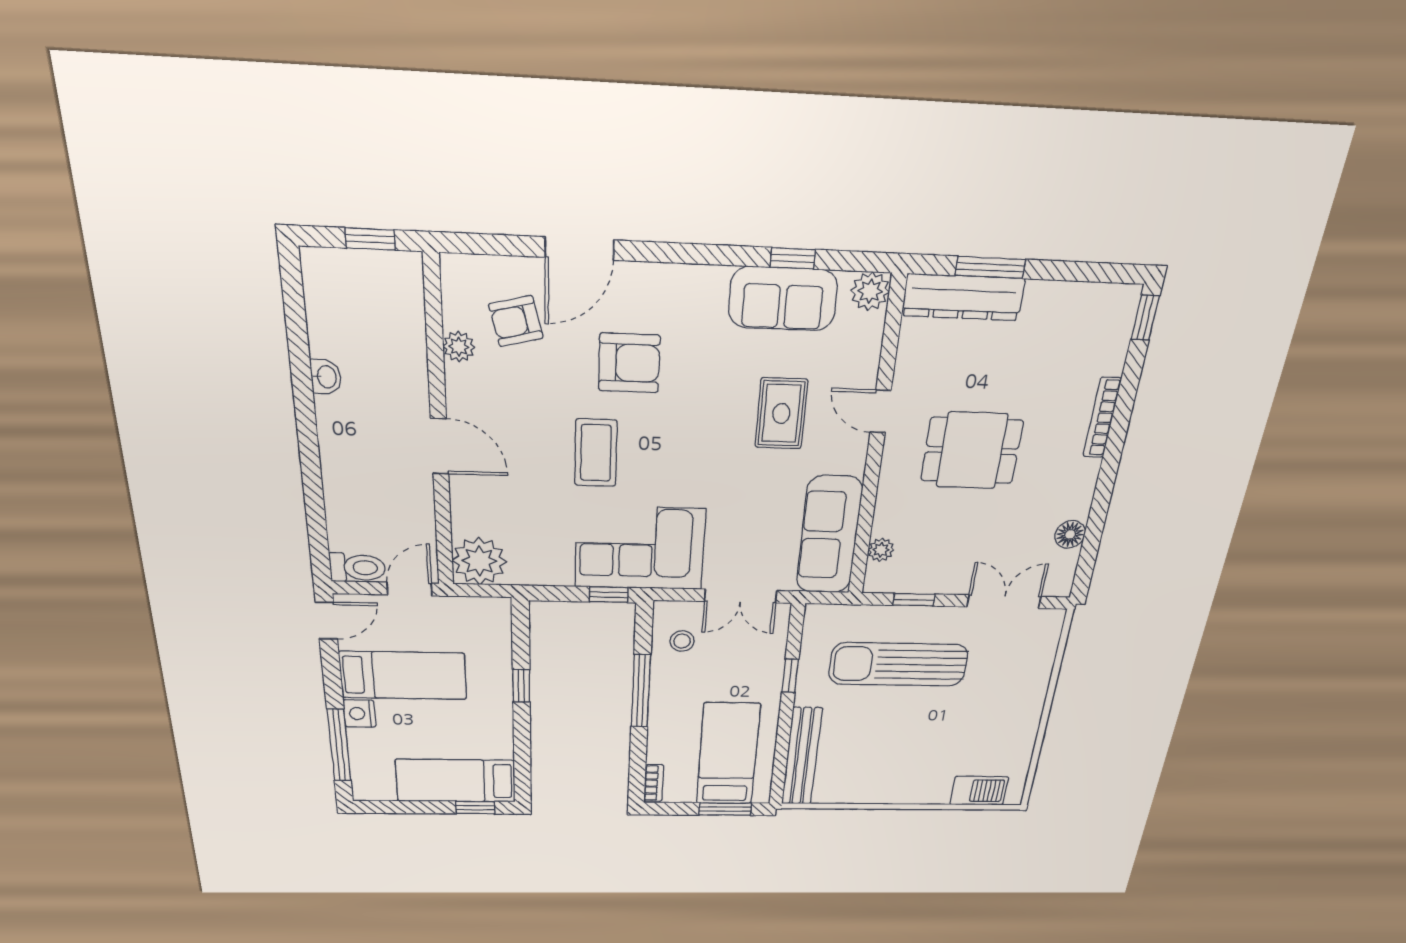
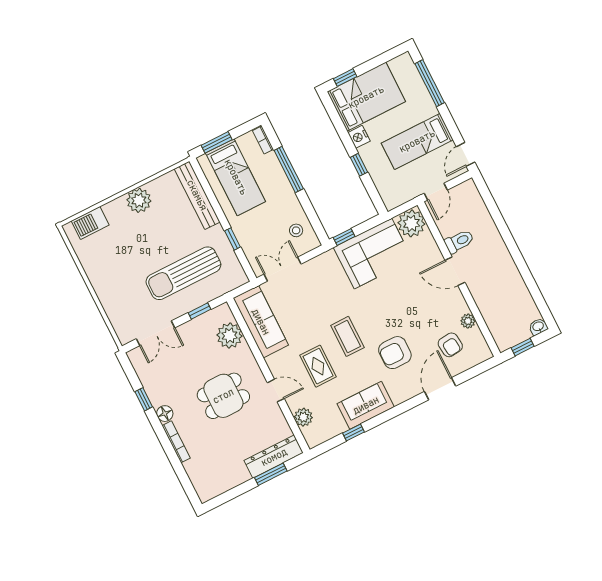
plant: (870, 291) -> (303, 417), moved
sofa: (783, 299) -> (366, 405), moved
window: (1145, 318) -> (144, 399), moved
armchair: (516, 321) -> (450, 345), turned 98
washbasin: (326, 377) -> (538, 327), moved, turned 90
coffee table: (596, 453) -> (347, 336), moved
floor lamp: (1070, 534) -> (165, 414), moved
corner sofa: (640, 548) -> (373, 254), moved
plant: (881, 550) -> (230, 336), width x1.88, depth x1.88
toilet: (357, 568) -> (459, 241), moved, turned 180
sun lounger: (898, 664) -> (183, 273), turned 180
window: (641, 691) -> (289, 170), moved
nightstand: (360, 714) -> (359, 137), moved, turned 180
bed: (456, 781) -> (366, 97), width x1.50
plant: (890, 788) -> (139, 200), added

